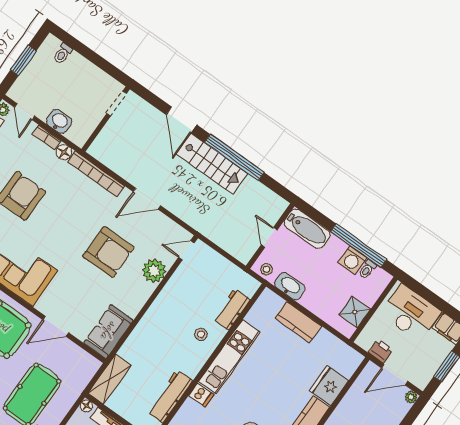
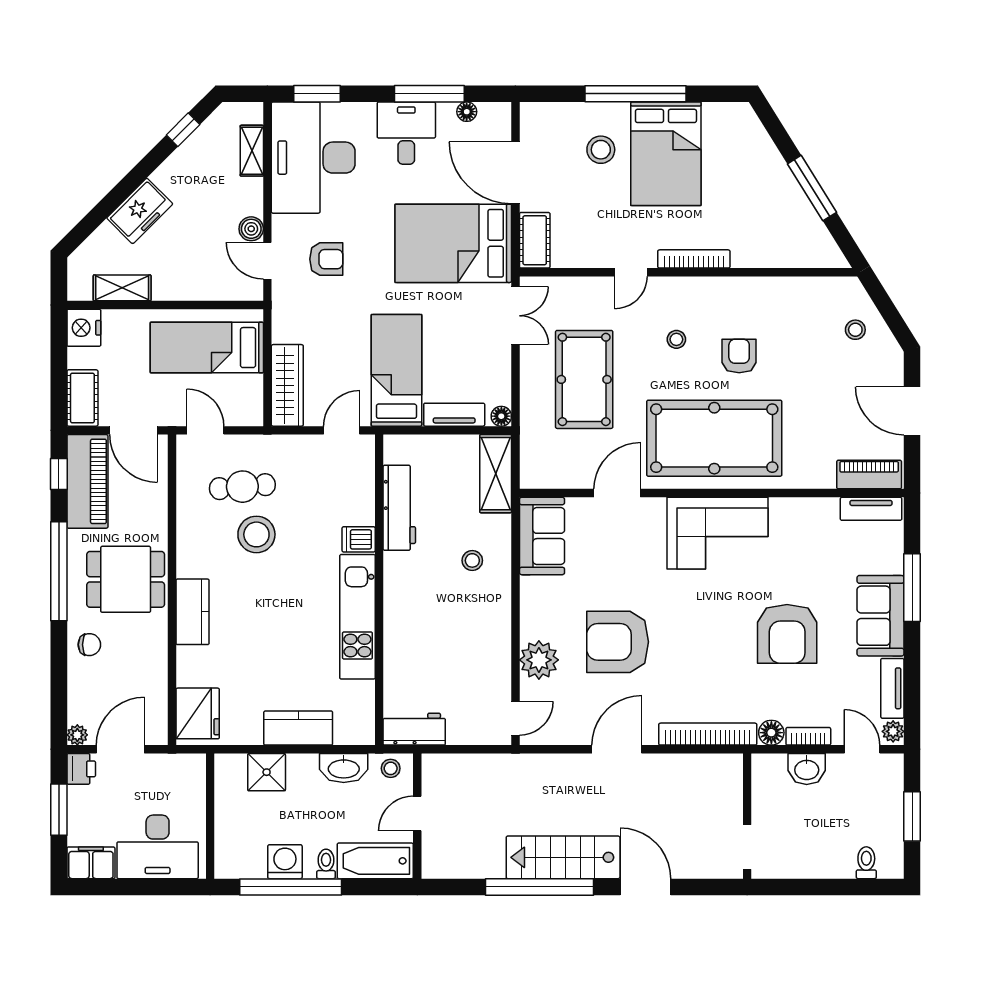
door: (269, 237) -> (417, 813), swing flipped
toilet: (367, 269) -> (326, 864), moved
workbench: (232, 309) -> (414, 729), moved, turned -90
shower: (355, 312) -> (267, 772), moved
stool: (201, 334) -> (472, 560), moved
printer: (381, 351) -> (81, 769), moved, turned -90
fridge: (329, 386) -> (198, 713), moved

